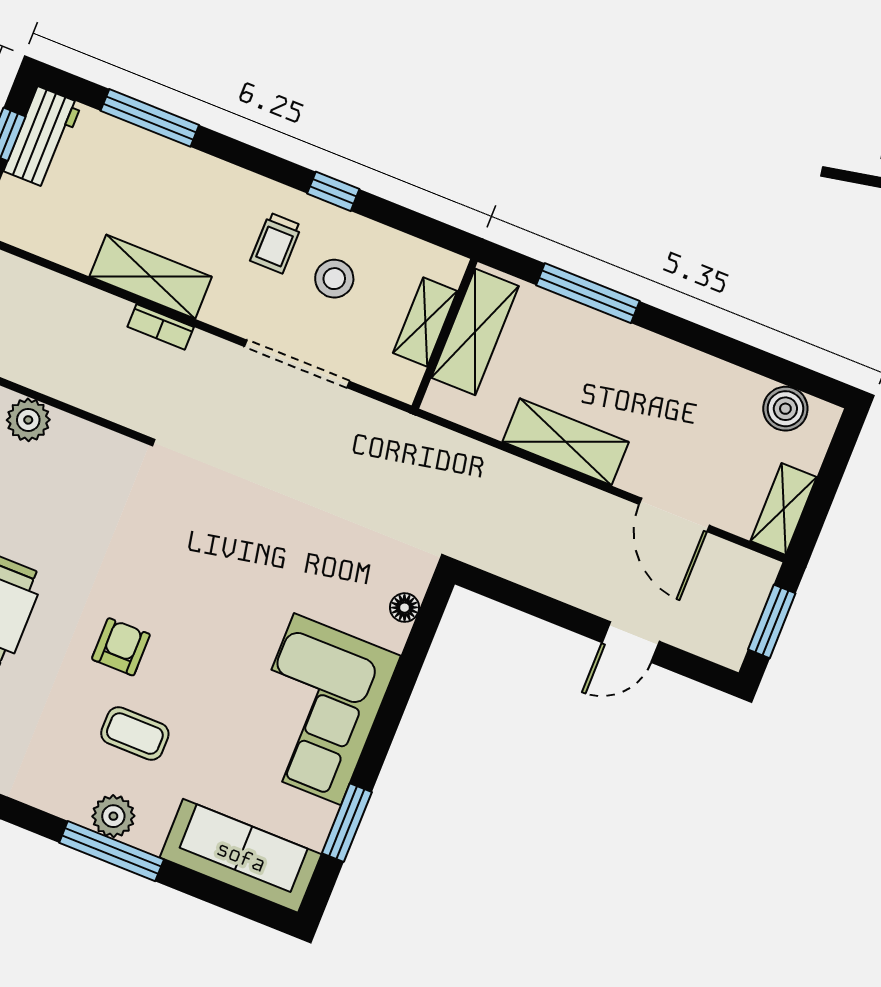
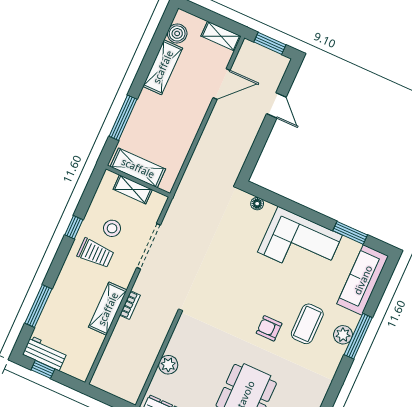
trolley: (276, 243) -> (95, 253), width x1.36, depth x1.39
shelving: (566, 442) -> (163, 67), moved
coffee table: (135, 734) -> (307, 324), width x1.36, depth x1.30

